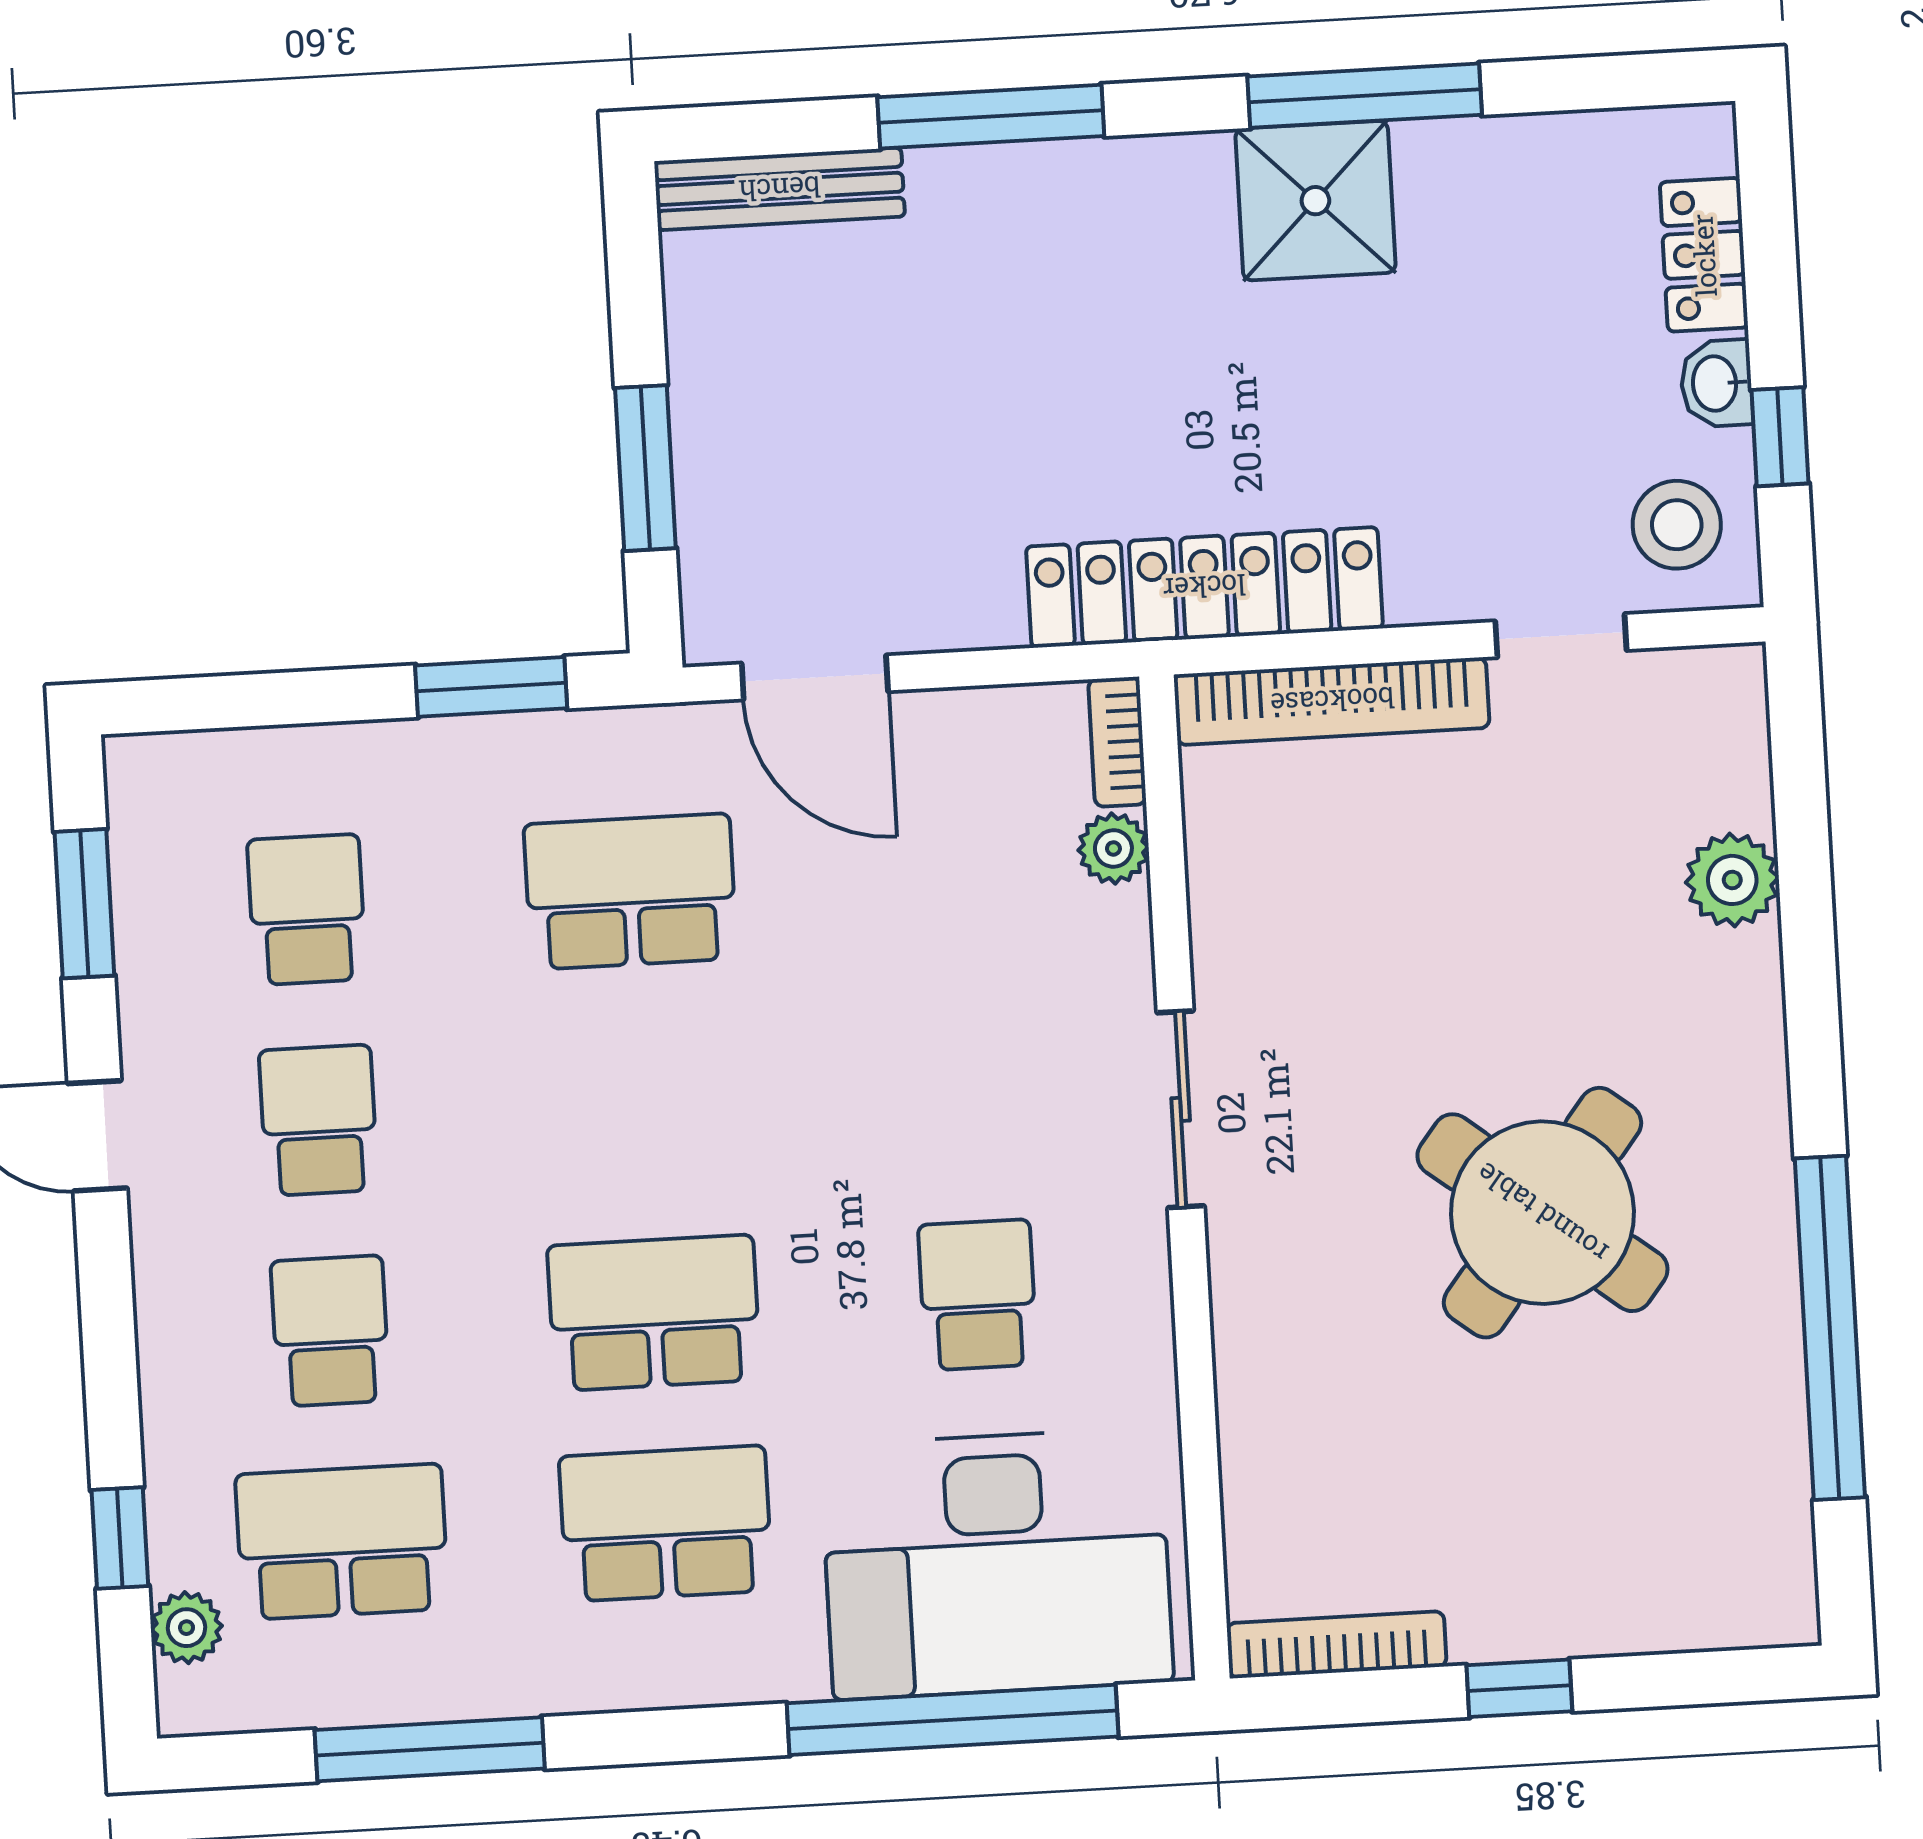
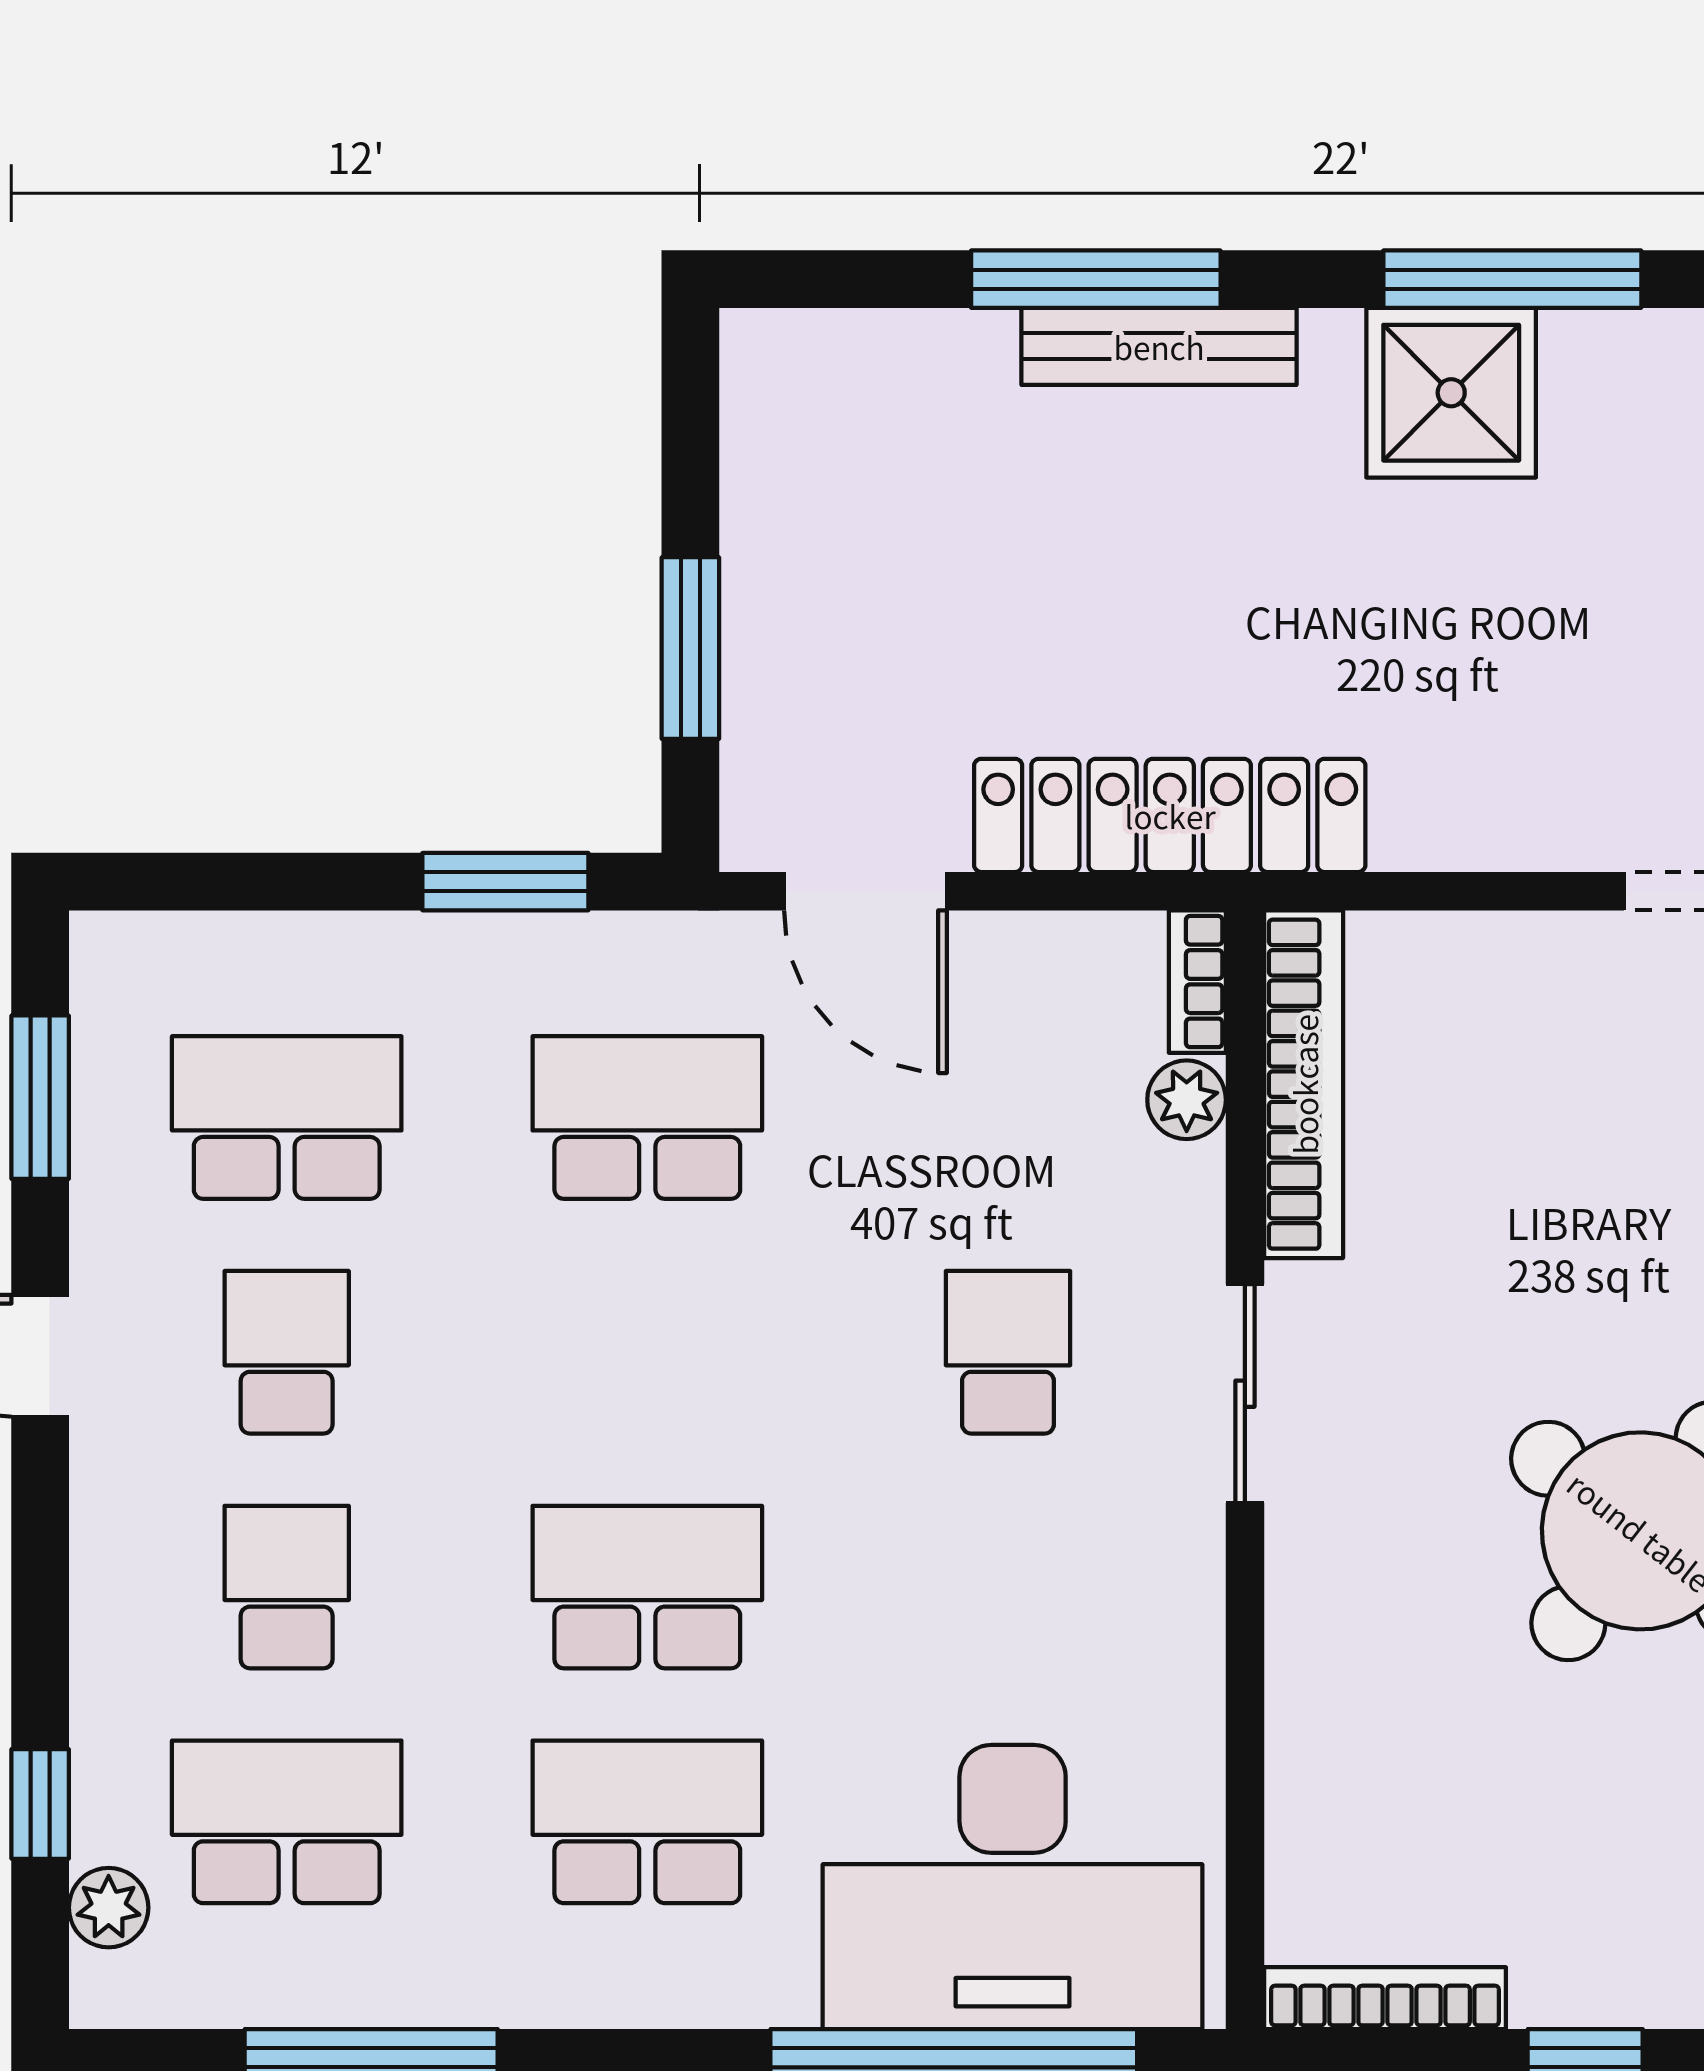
bench: (779, 189) -> (1159, 346), moved
locker: (1204, 587) -> (1170, 815), moved
bookcase: (1332, 701) -> (1304, 1084), moved, turned -90
school desk: (307, 910) -> (287, 1117), width x1.85
school desk: (978, 1295) -> (1008, 1352), moved

